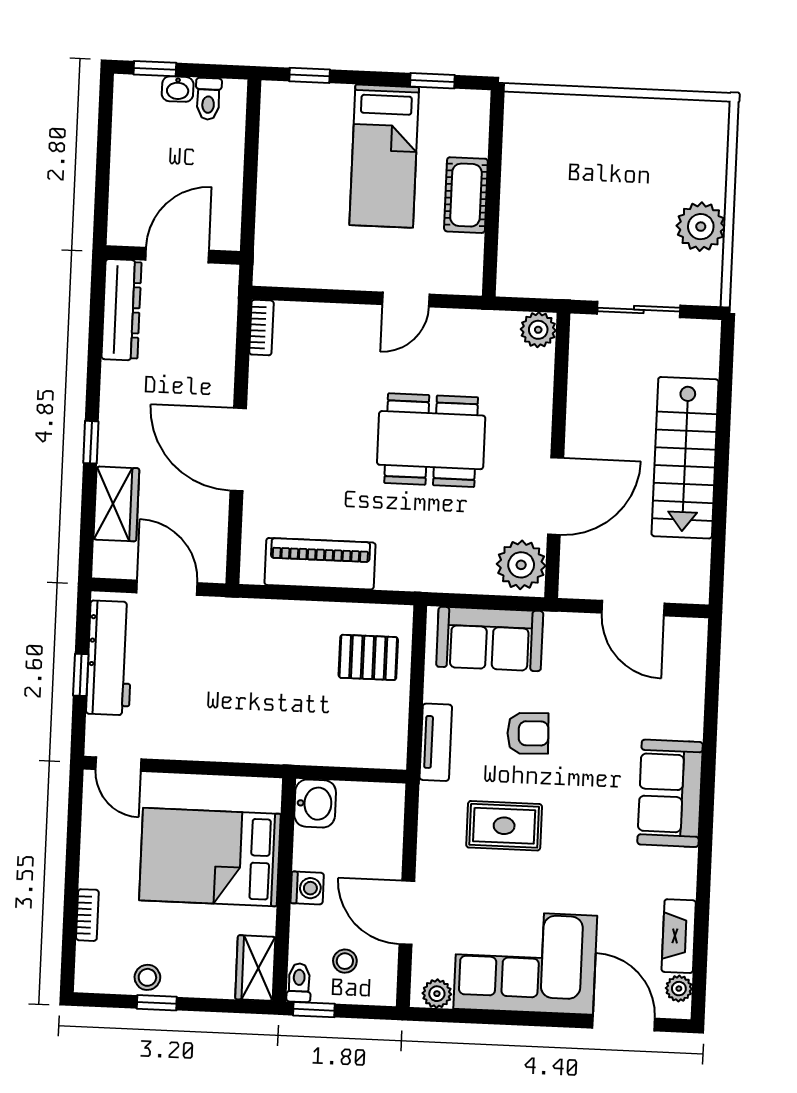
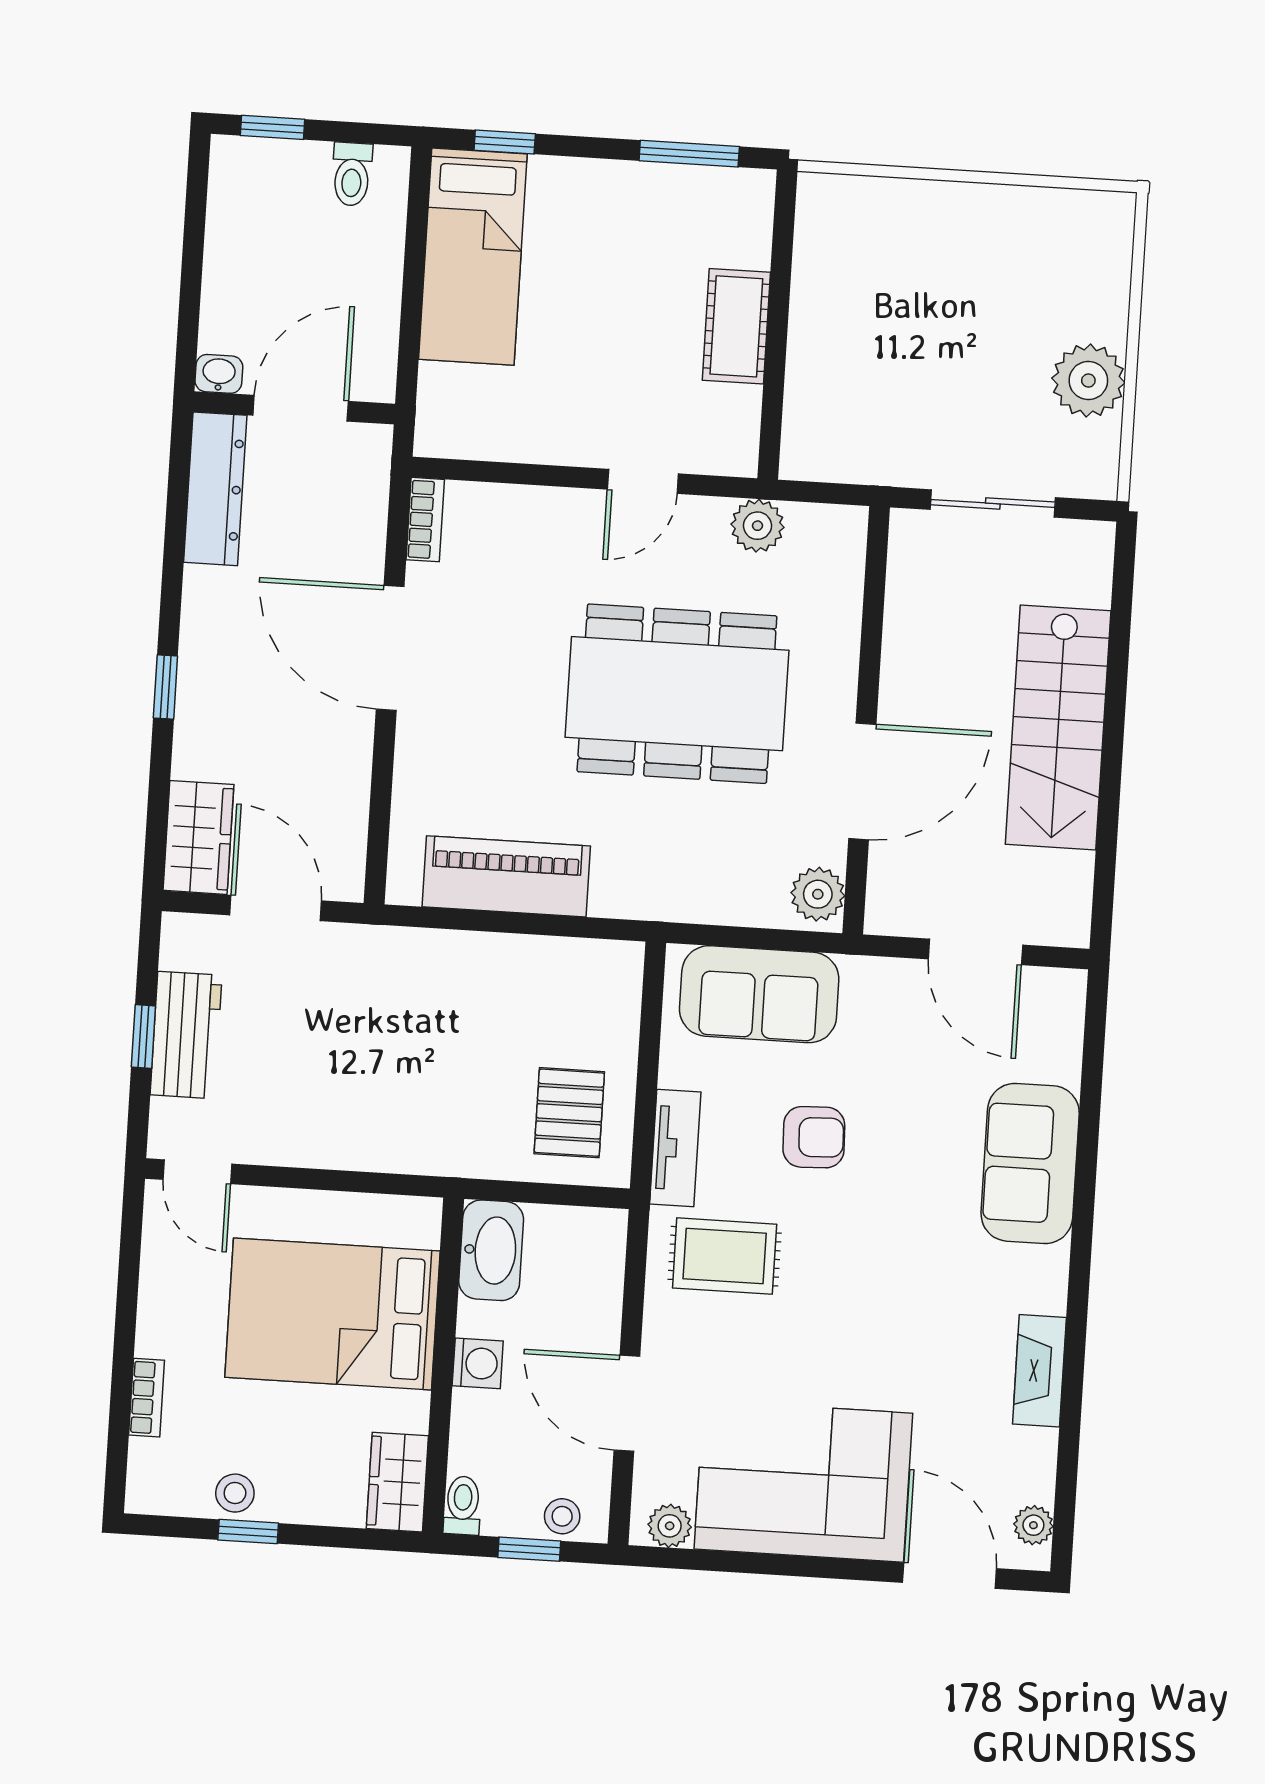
window: (432, 81) -> (689, 154), width x1.50
washbasin: (178, 89) -> (219, 374), moved, turned 180
bed: (384, 156) -> (473, 257), moved
plant: (538, 330) -> (757, 526), moved
dining table: (431, 440) -> (677, 694), width x1.36, depth x1.24
door: (238, 450) -> (390, 648), moved
wardrobe: (116, 504) -> (198, 837), moved
plant: (521, 565) -> (818, 894), width x0.73, depth x0.73
pallet: (368, 657) -> (569, 1113), moved, turned 90
workbench: (110, 658) -> (186, 1035), width x0.73
sofa: (670, 793) -> (1030, 1163), moved
washbasin: (315, 803) -> (491, 1250), width x1.38
rug: (504, 826) -> (725, 1256), moved
fireplace: (679, 936) -> (1039, 1371), moved
stool: (345, 961) -> (562, 1516), moved
window: (314, 1010) -> (529, 1549), moved

